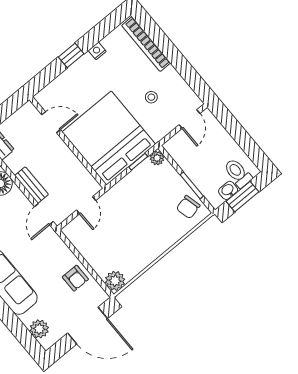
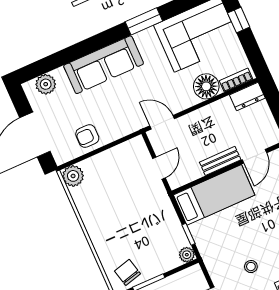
bed: (109, 138) -> (214, 195), width x0.49
bench: (31, 185) -> (220, 161), moved
door: (86, 205) -> (159, 168), swing flipped

